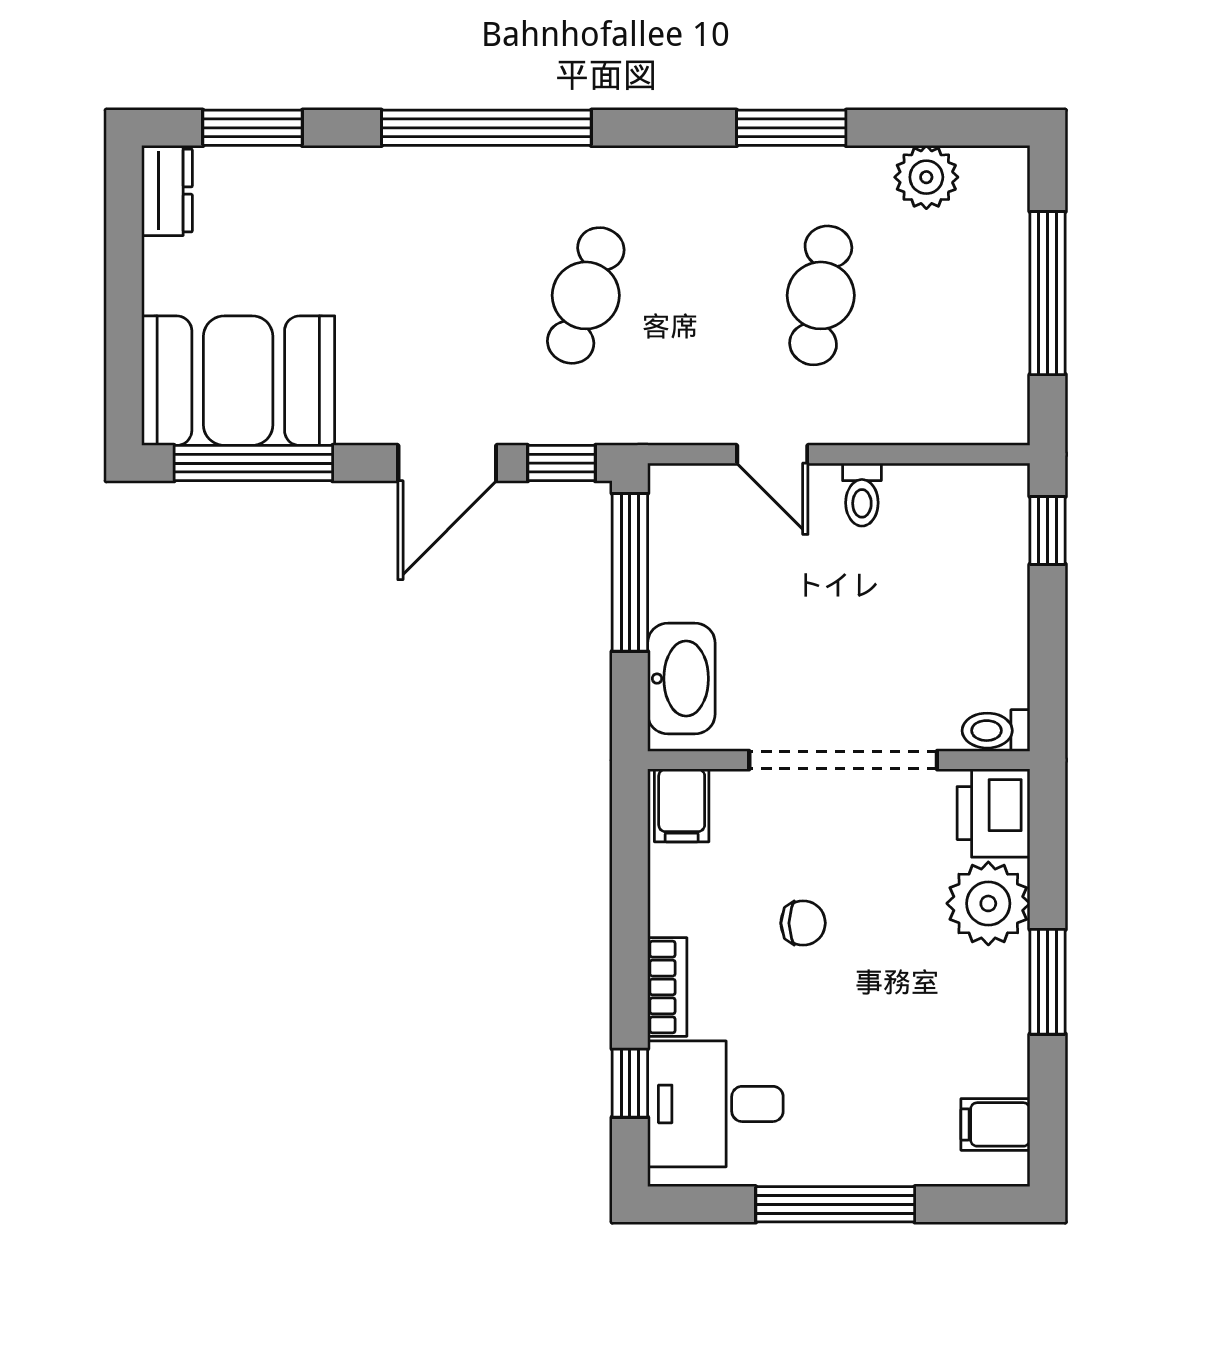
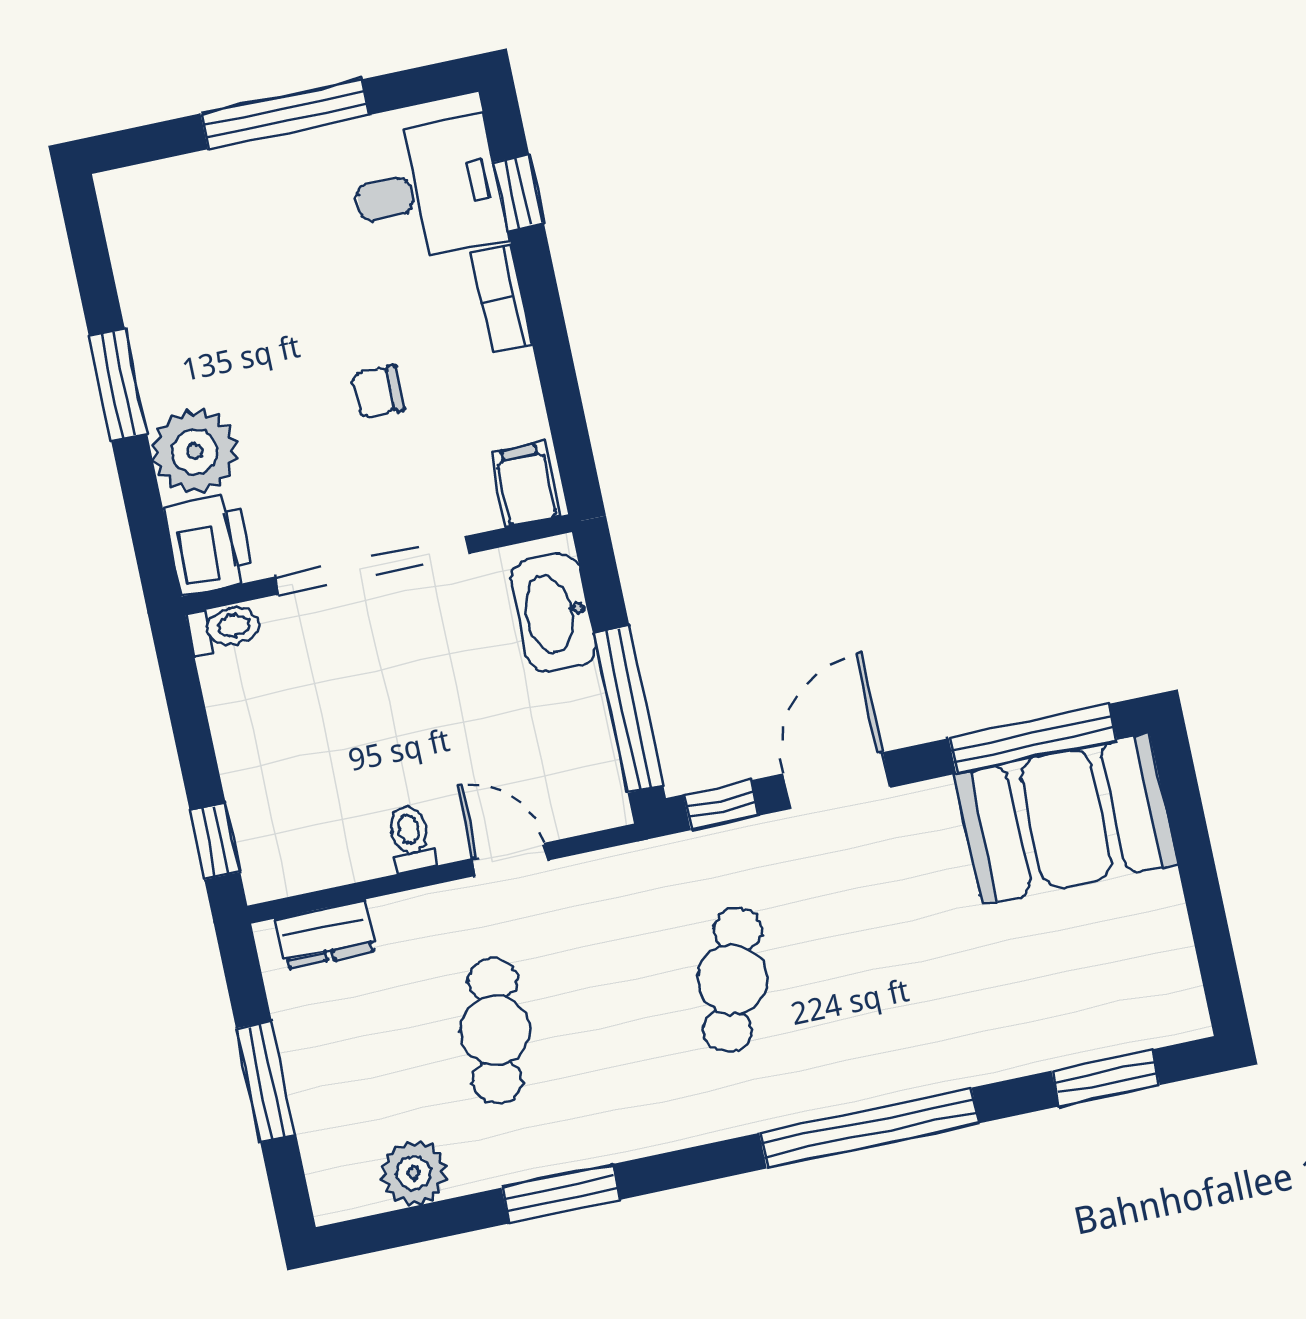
dresser: (167, 191) -> (326, 935), moved, turned -90
window: (1048, 293) -> (266, 1082), width x0.69
filing cabinet: (995, 1124) -> (140, 229), removed

